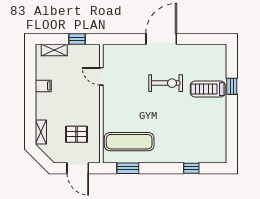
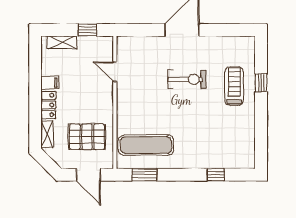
treadmill: (208, 89) -> (234, 86), turned 90
locker: (42, 106) -> (48, 105), added
pallet: (77, 134) -> (87, 137), width x1.50, depth x1.42

